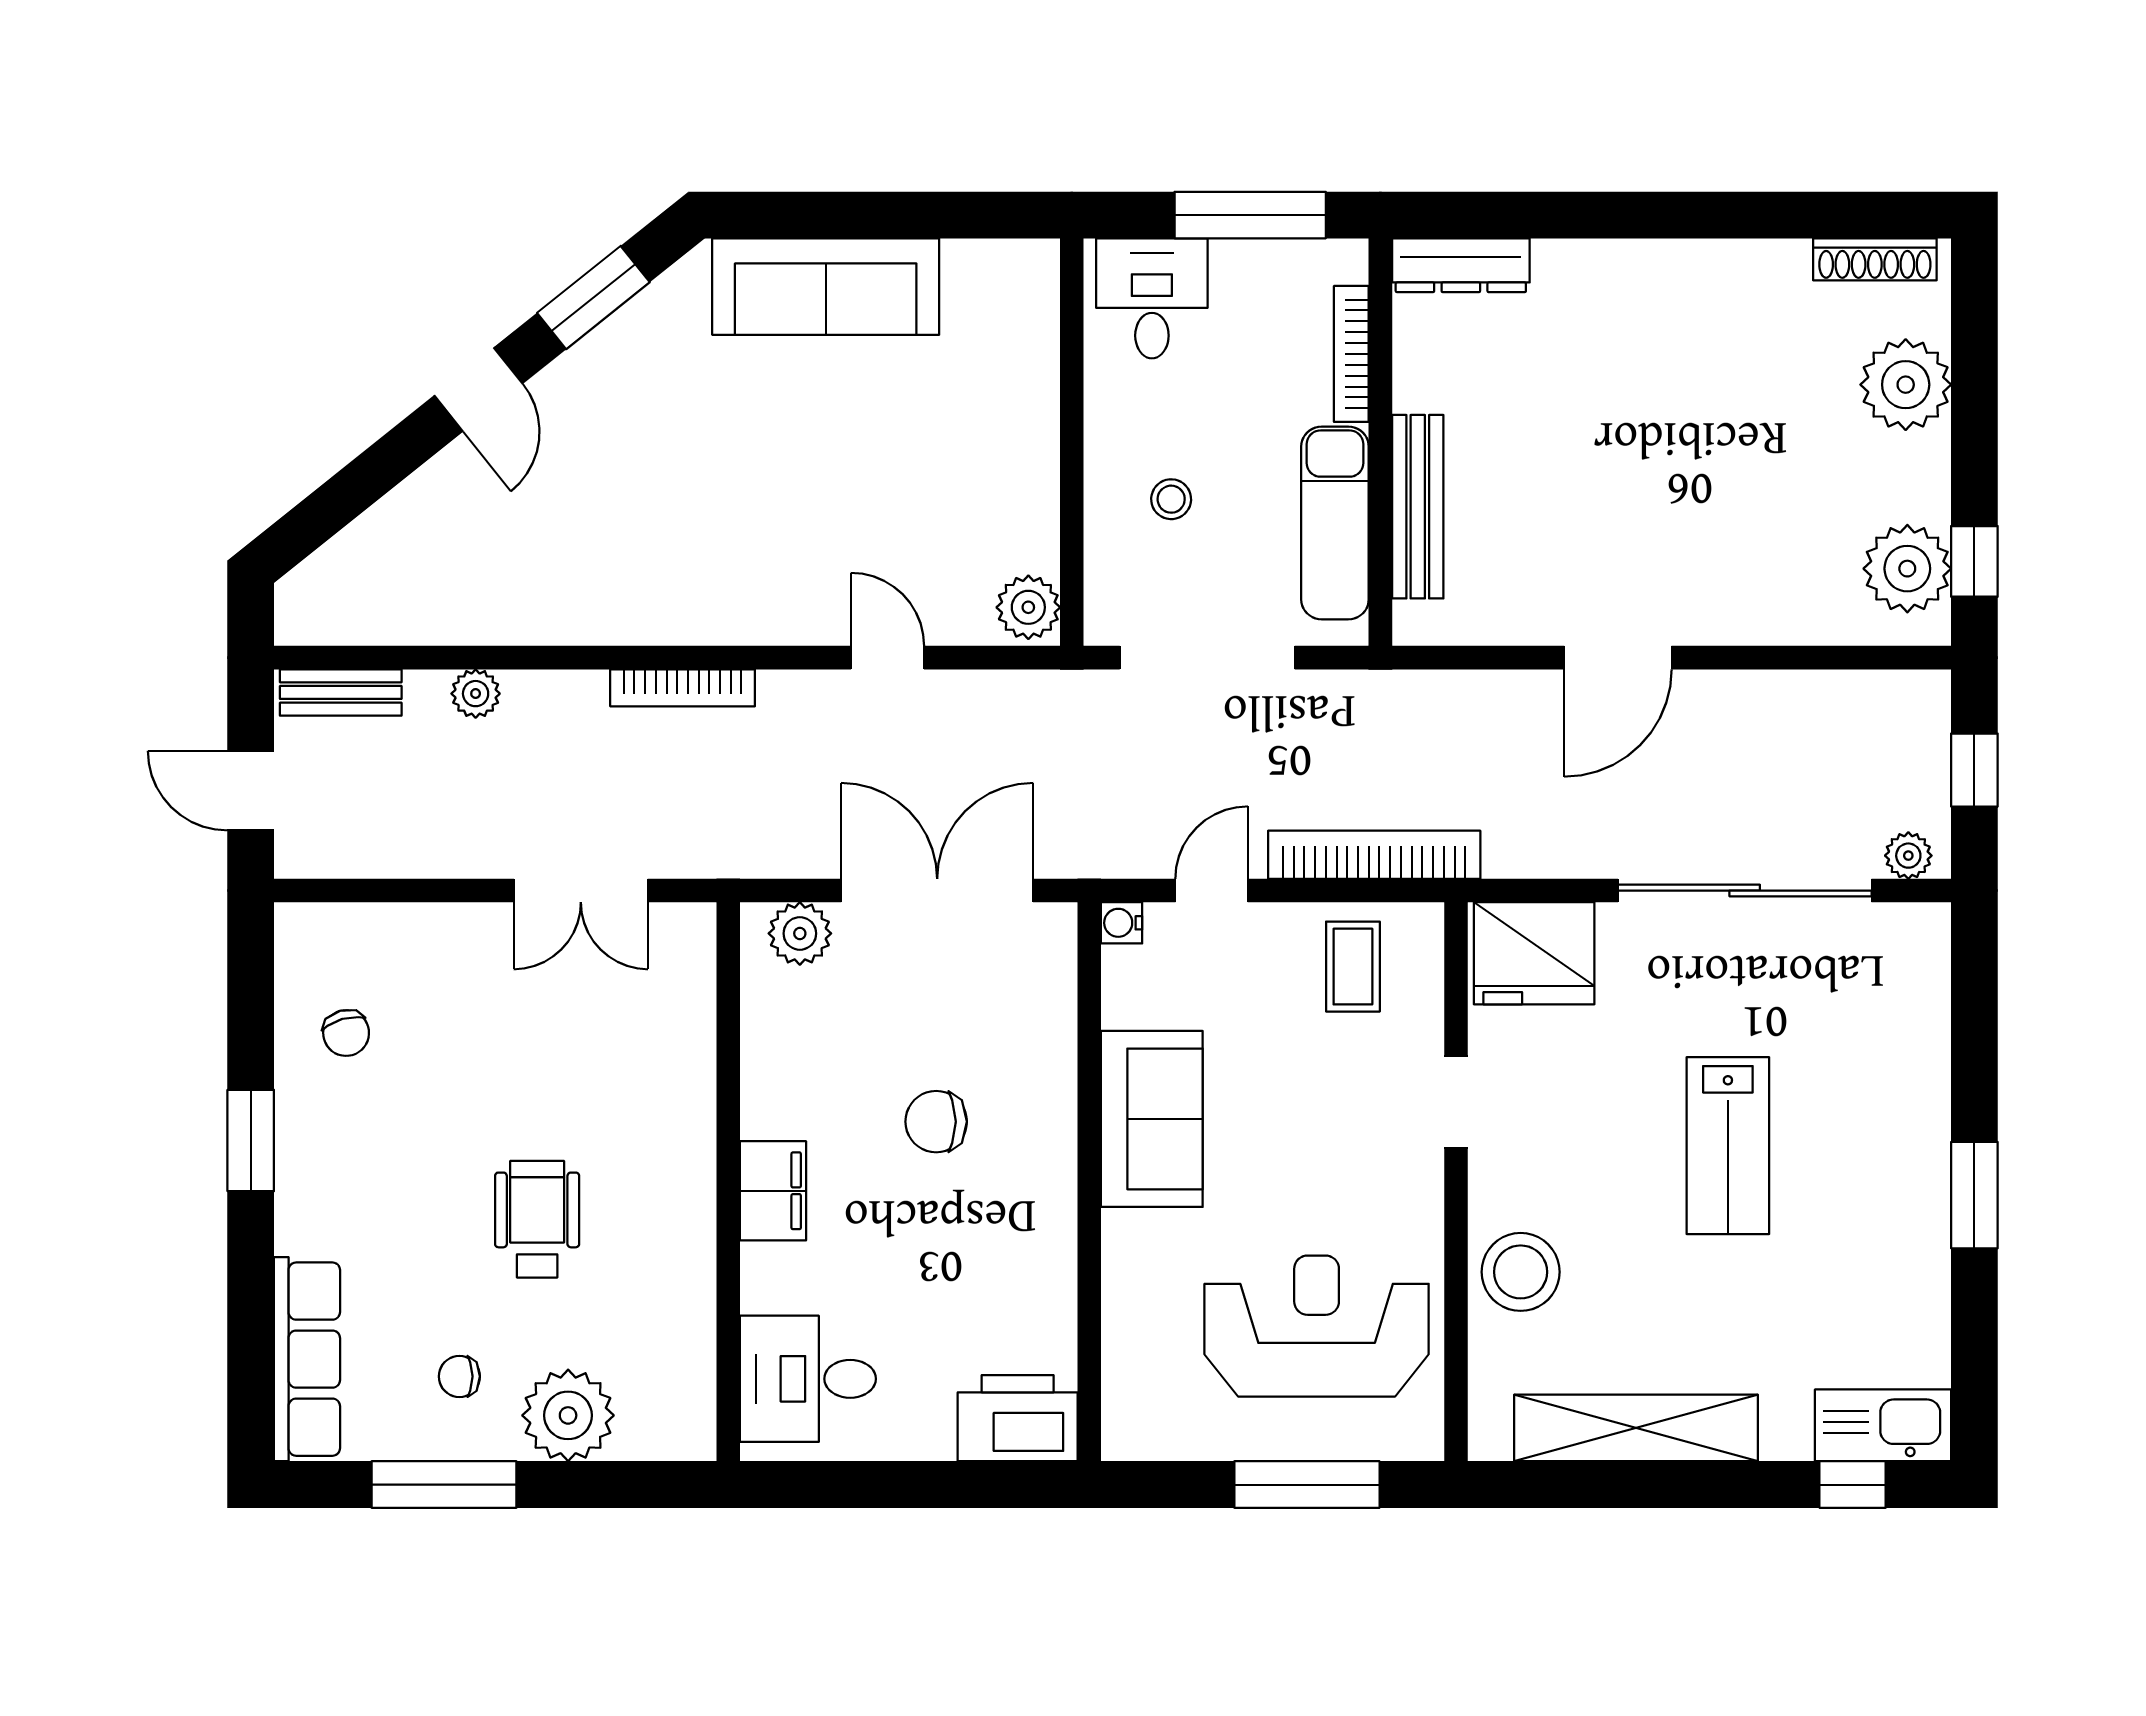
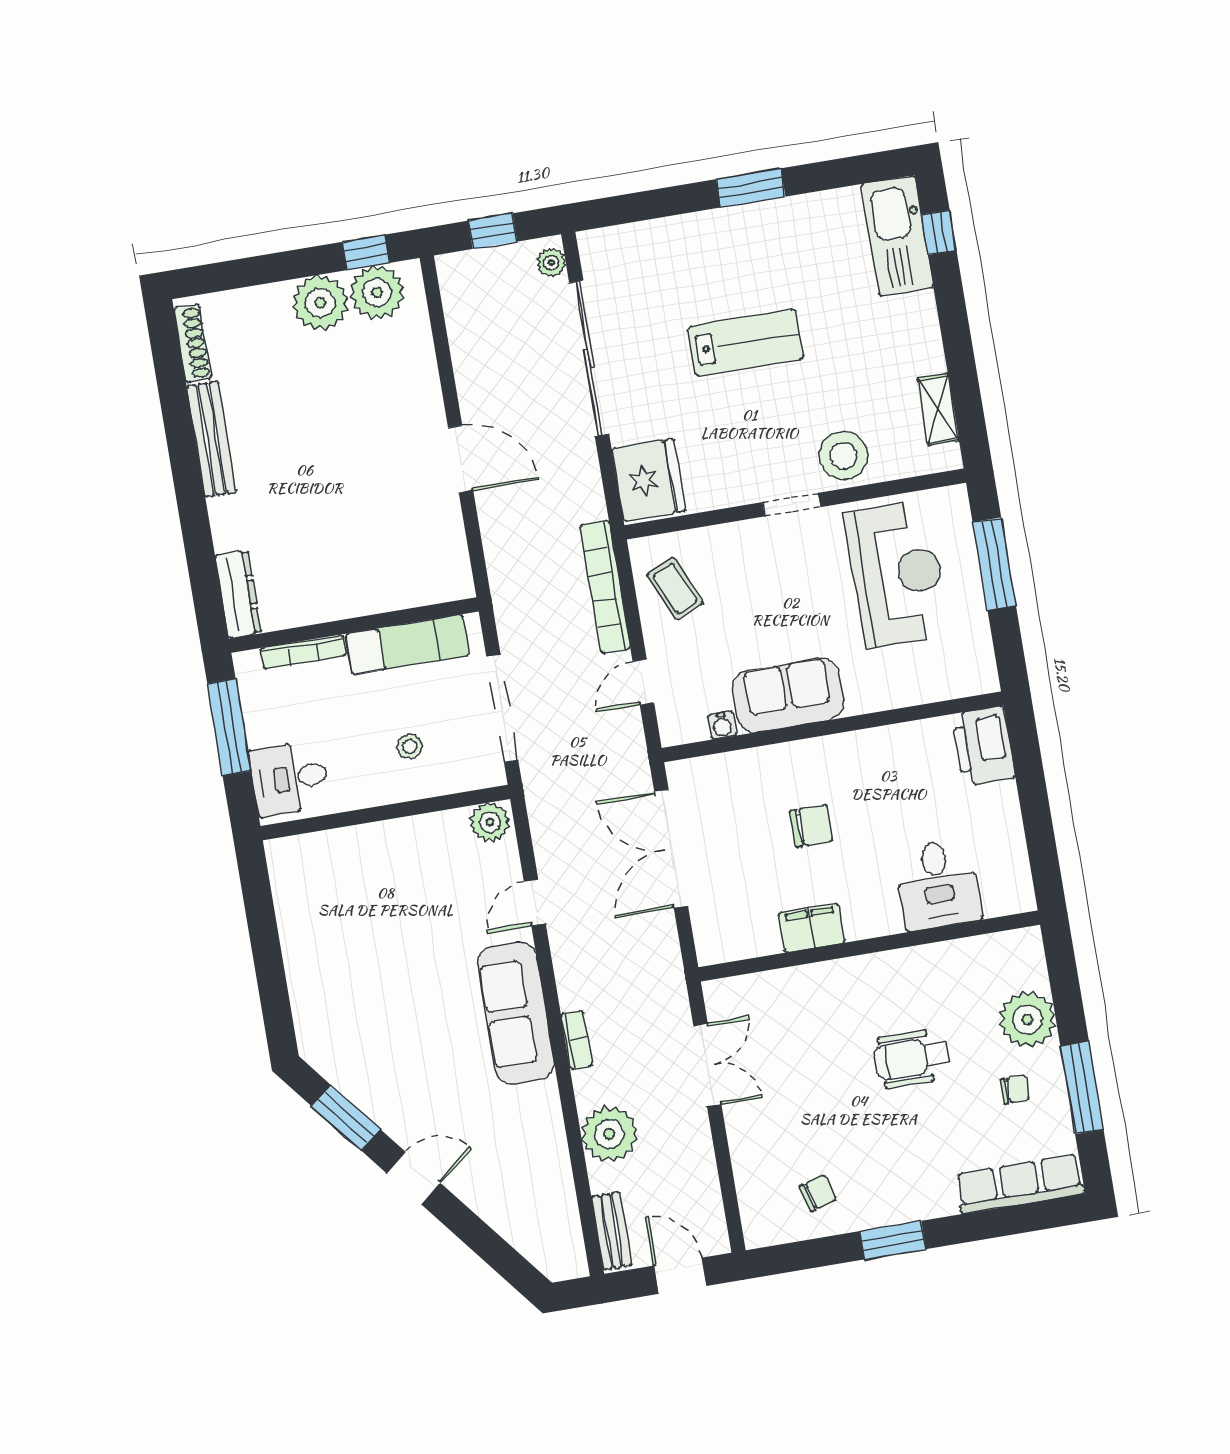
sofa: (826, 287) -> (516, 1013), moved, turned 180
plant: (1906, 385) -> (320, 303), moved
bench: (1418, 507) -> (212, 439), moved, turned 90
bookcase: (683, 688) -> (577, 1040), width x0.64
plant: (476, 694) -> (609, 1134), width x1.88, depth x1.88
door: (251, 791) -> (680, 1276), swing flipped
door: (1212, 891) -> (643, 682), hinge flipped
water cooler: (1122, 923) -> (722, 725), moved
plant: (800, 933) -> (711, 928), removed
coffee table: (1353, 967) -> (675, 589), turned 66
doorway: (1456, 1102) -> (791, 505), moved
chair: (936, 1122) -> (812, 826), turned -90
filing cabinet: (773, 1191) -> (811, 928), moved
reception desk: (1317, 1326) -> (897, 574), turned 180
chair: (459, 1376) -> (1015, 1089), turned -90
desk: (808, 1379) -> (938, 885), moved
kitchen sink: (1883, 1425) -> (897, 236), width x1.36, depth x1.24
shelving: (1636, 1428) -> (938, 409), width x0.45, depth x0.75

